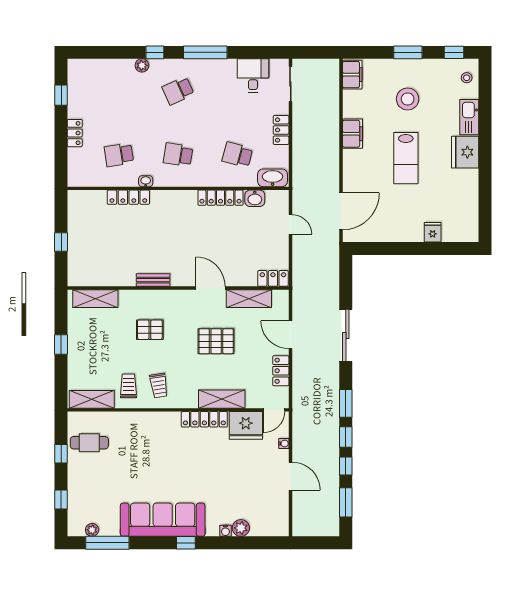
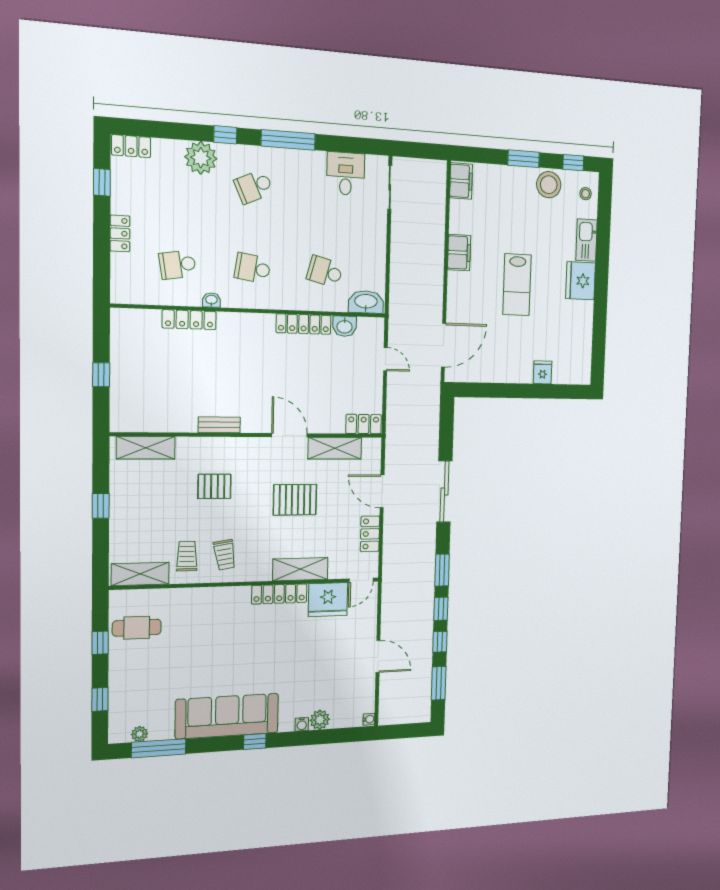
plant: (142, 65) -> (201, 158), width x1.87, depth x1.87
stool: (408, 99) -> (549, 185), moved
locker: (281, 130) -> (131, 146), moved, turned -90
water cooler: (284, 443) -> (369, 719), moved

